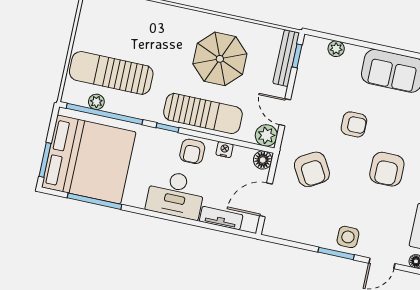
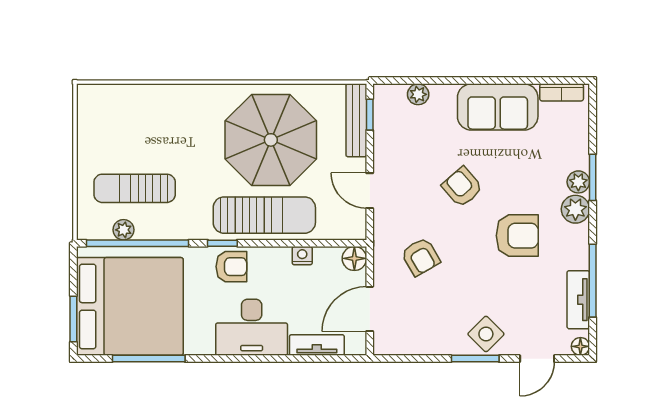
parasol: (220, 59) -> (271, 140), width x1.36, depth x1.36
sun lounger: (111, 73) -> (135, 188), width x0.73, depth x0.75
armchair: (354, 124) -> (462, 187), turned -131
plant: (266, 135) -> (352, 226), removed
armchair: (192, 151) -> (231, 267), moved, turned -90
armchair: (312, 169) -> (421, 257), width x0.72, depth x0.72
armchair: (387, 169) -> (517, 236), turned -90
side table: (348, 237) -> (486, 334), turned 45

